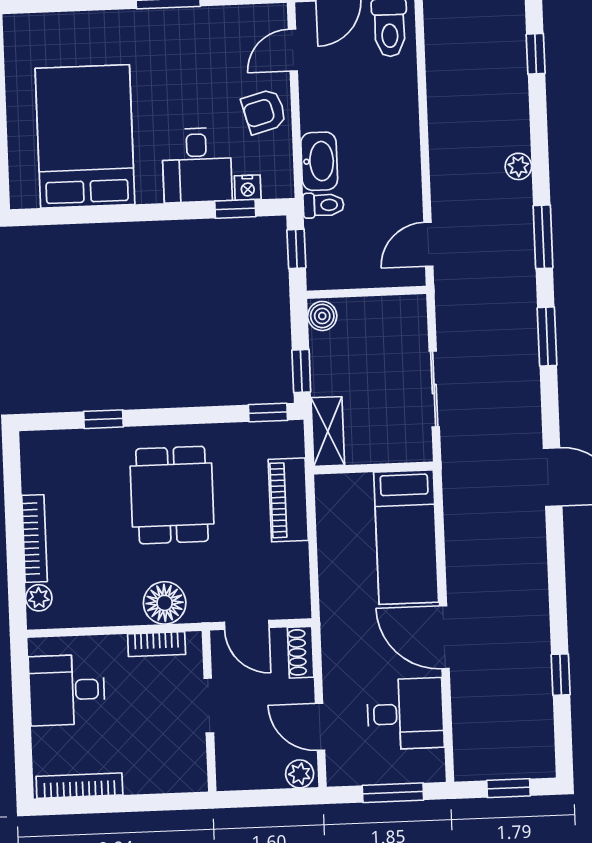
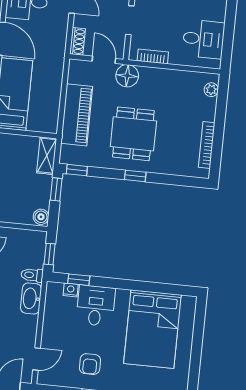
armchair: (264, 112) -> (90, 364), moved, turned 105
window: (103, 419) -> (135, 176), moved
piano: (288, 500) -> (77, 115), width x1.37, depth x1.33
bookcase: (34, 538) -> (207, 145), moved
floor lamp: (165, 603) -> (127, 76), moved

